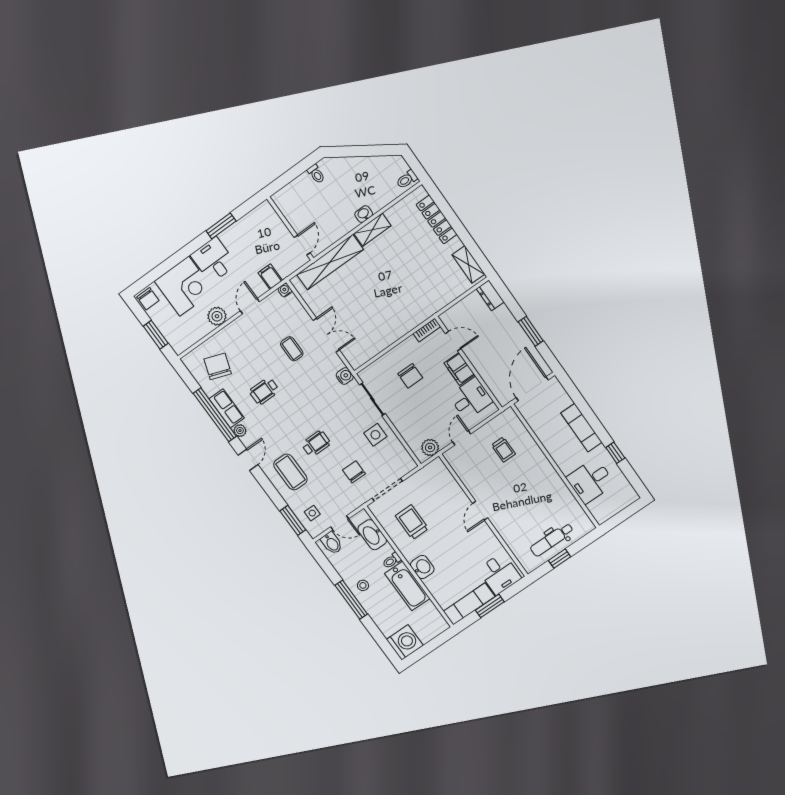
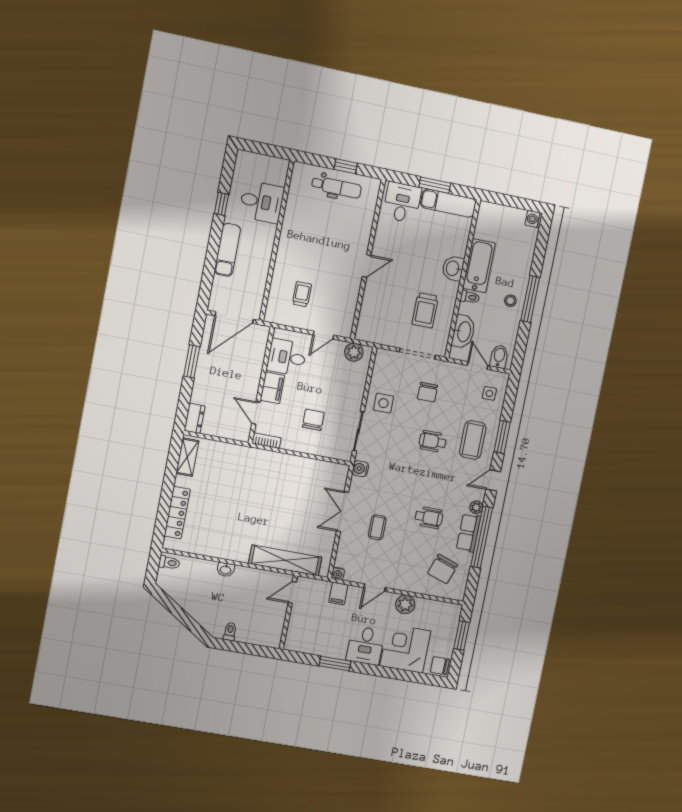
shelving: (372, 230) -> (231, 552), removed
chair: (148, 299) -> (440, 666), turned -90
window: (293, 520) -> (502, 437), moved
washing machine: (405, 642) -> (534, 219), width x0.53, depth x0.53

